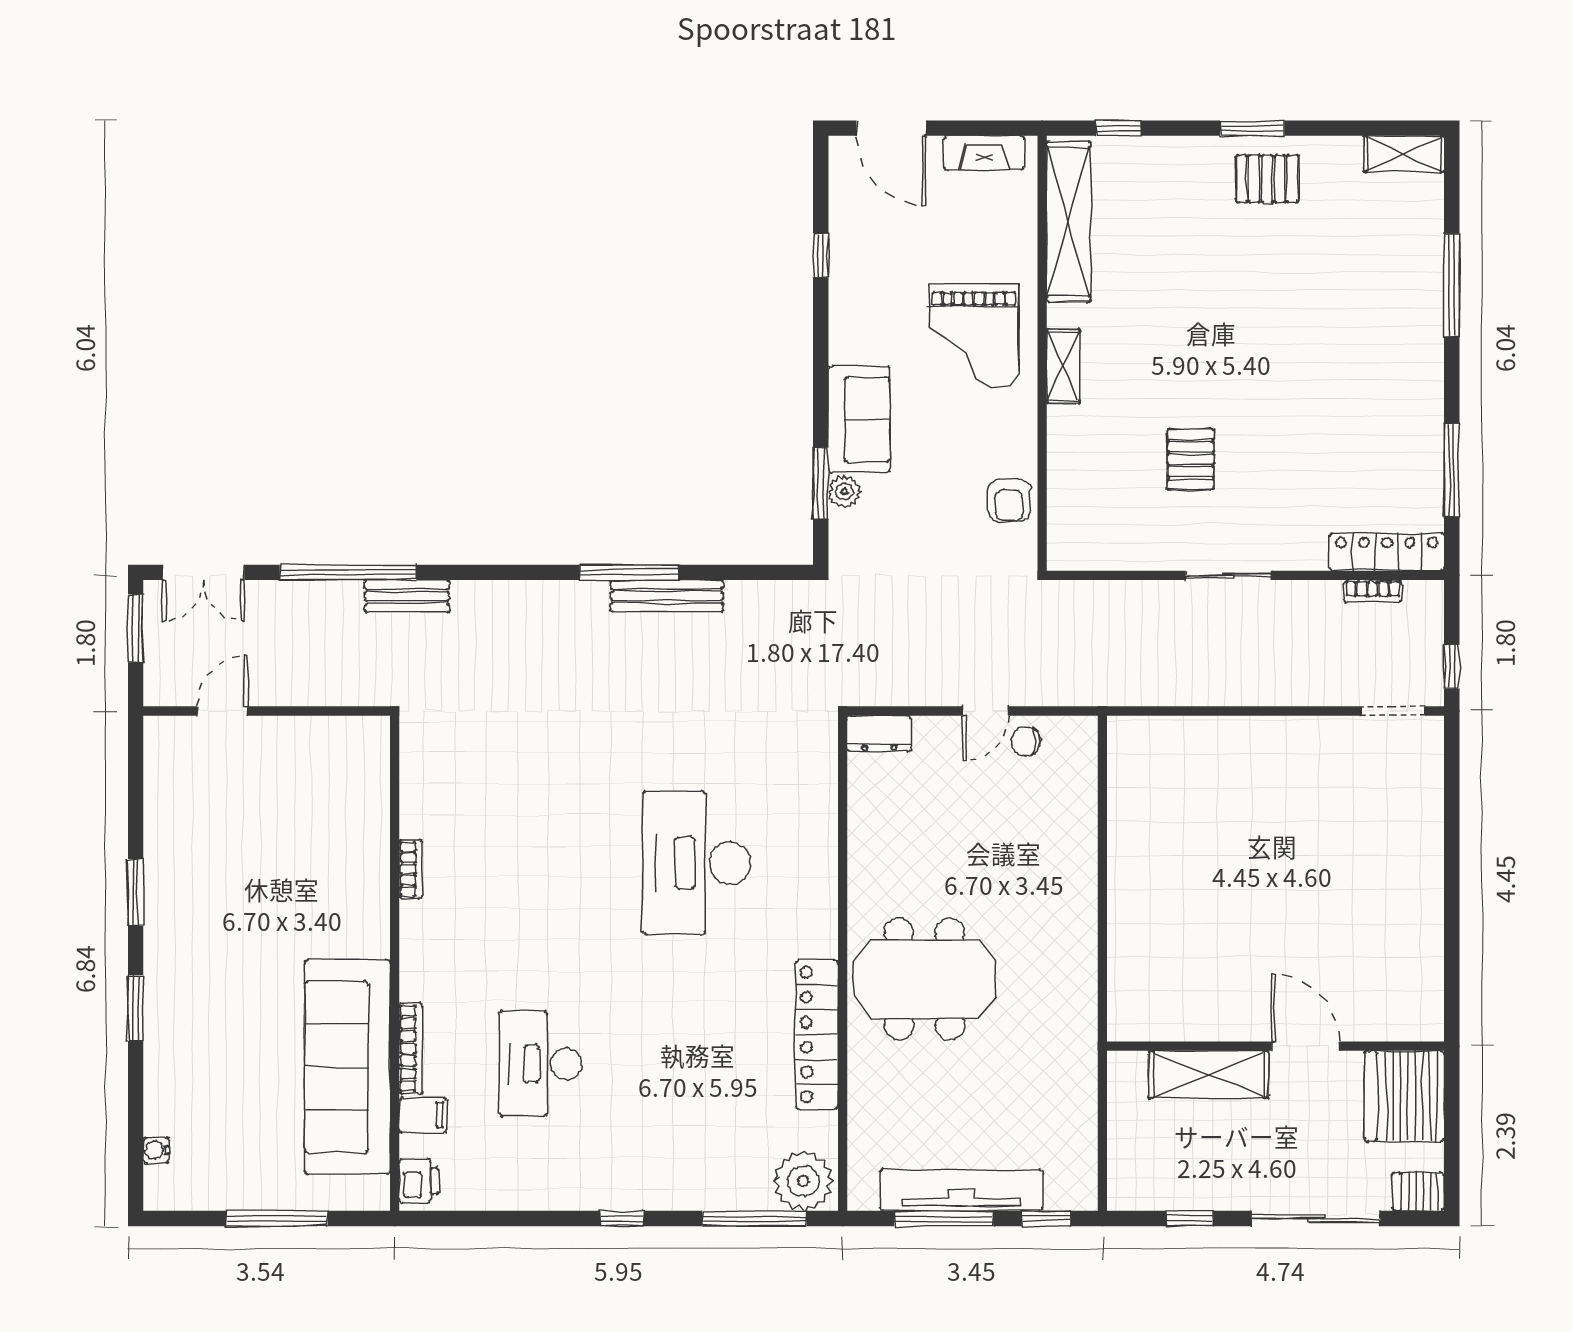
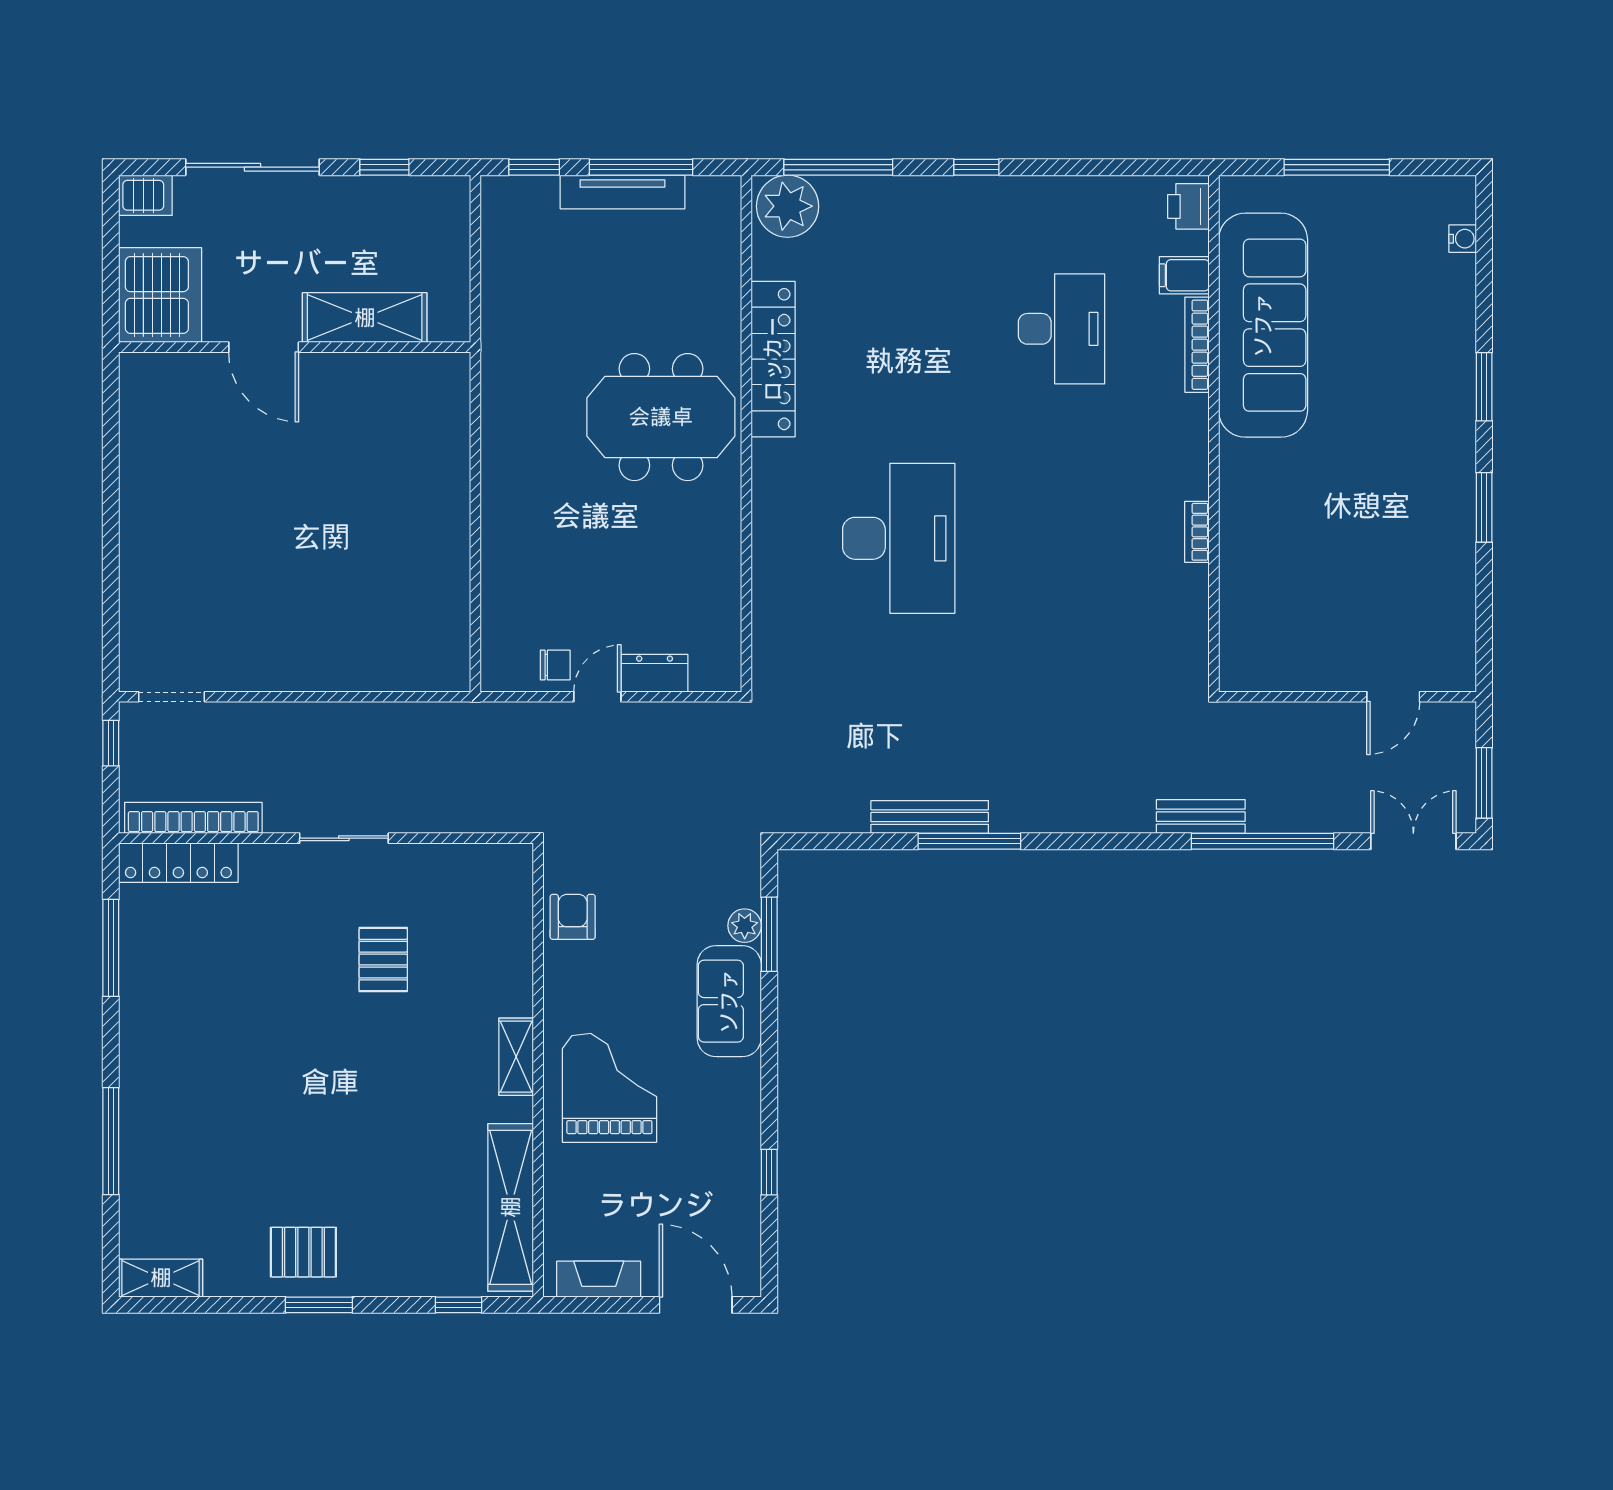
bookcase: (1373, 591) -> (193, 818), width x2.31, depth x1.31
dresser: (879, 734) -> (655, 673), moved
tv unit: (961, 1190) -> (622, 192), width x0.73, depth x0.78

